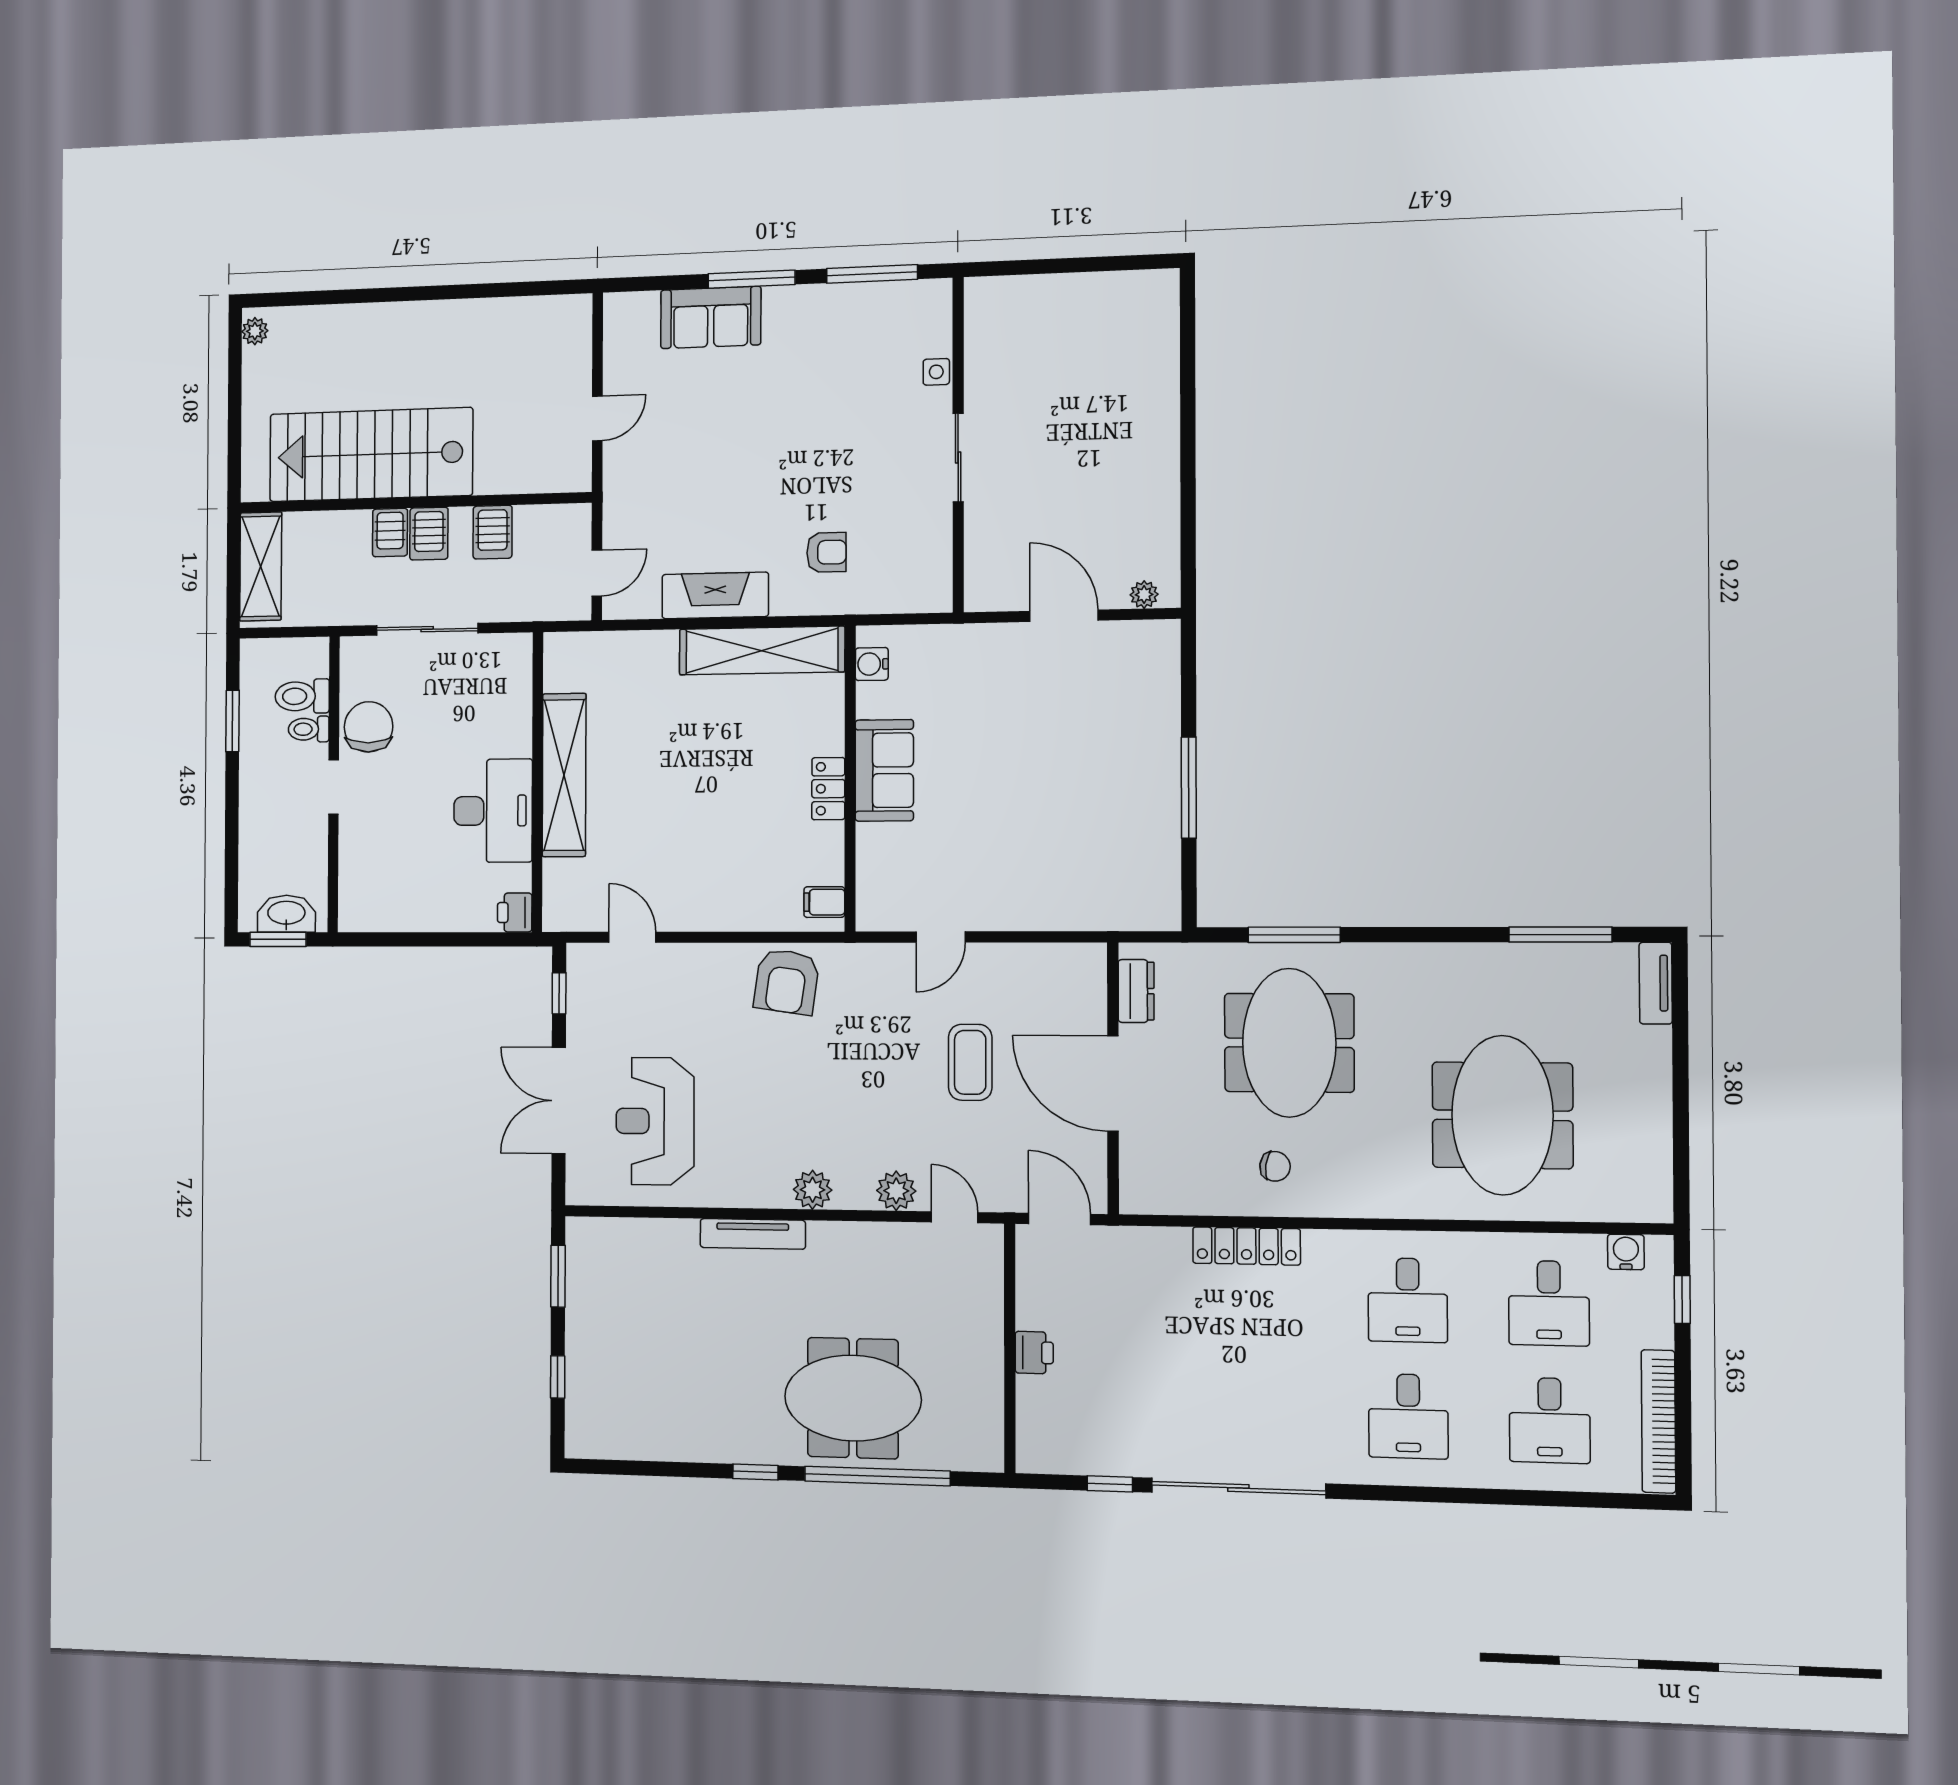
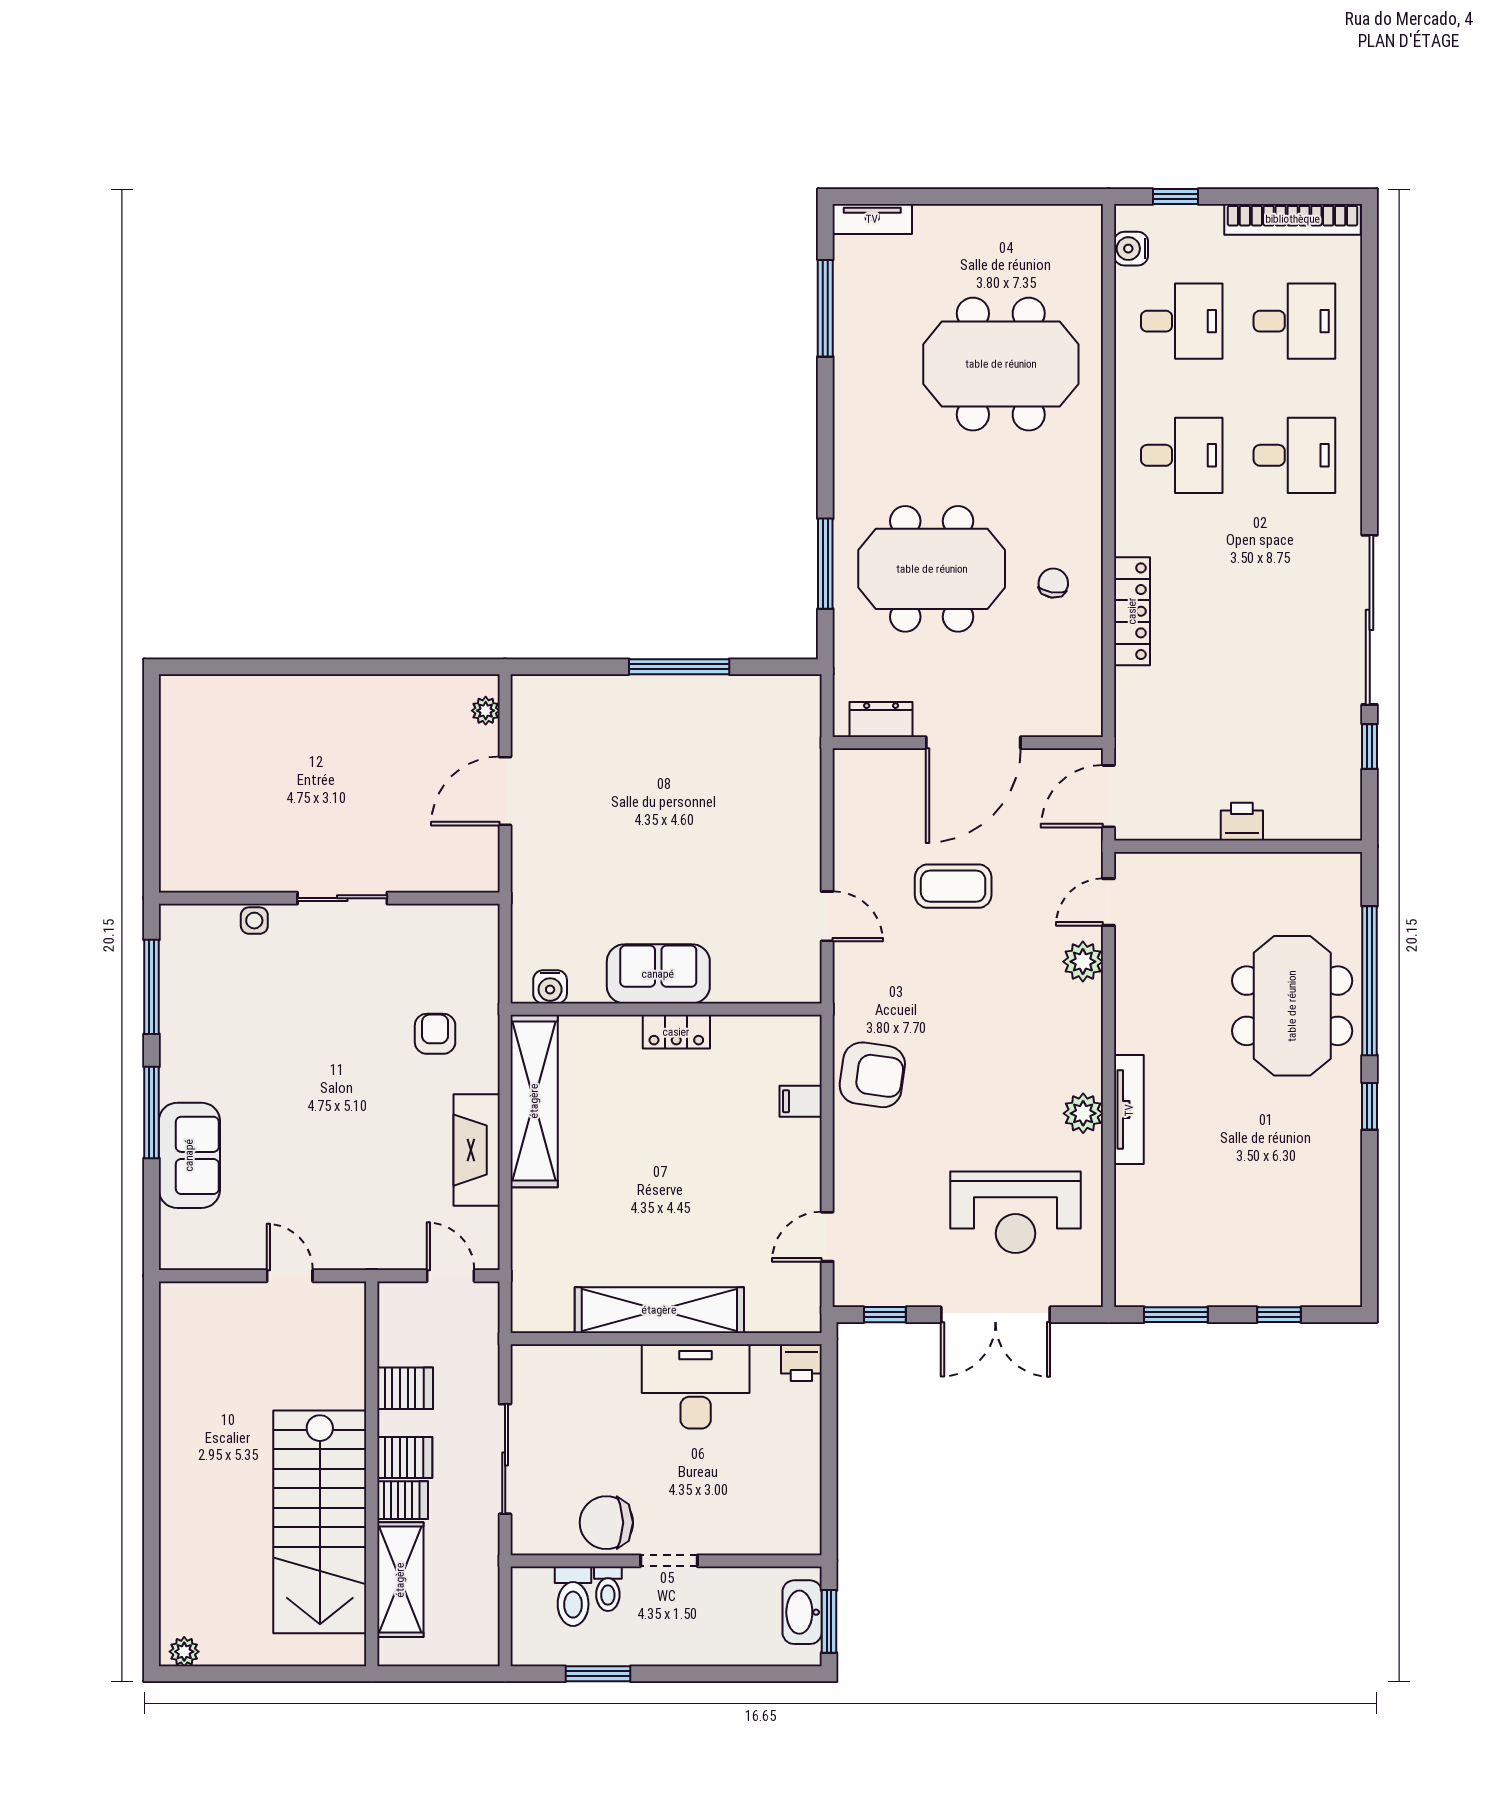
shelving: (261, 566) -> (400, 1580), moved, turned 90
filing cabinet: (824, 902) -> (801, 1101), moved, turned 90
plant: (813, 1190) -> (1083, 1113), moved

